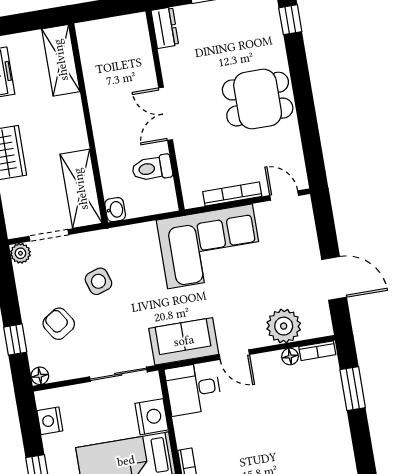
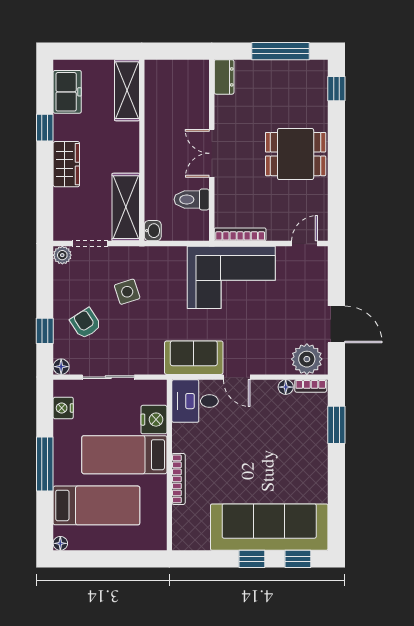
bookcase: (232, 194) -> (240, 234), moved
door: (284, 196) -> (305, 244), hinge flipped
plant: (284, 326) -> (307, 359), moved
sliding door: (118, 374) -> (108, 377), moved

